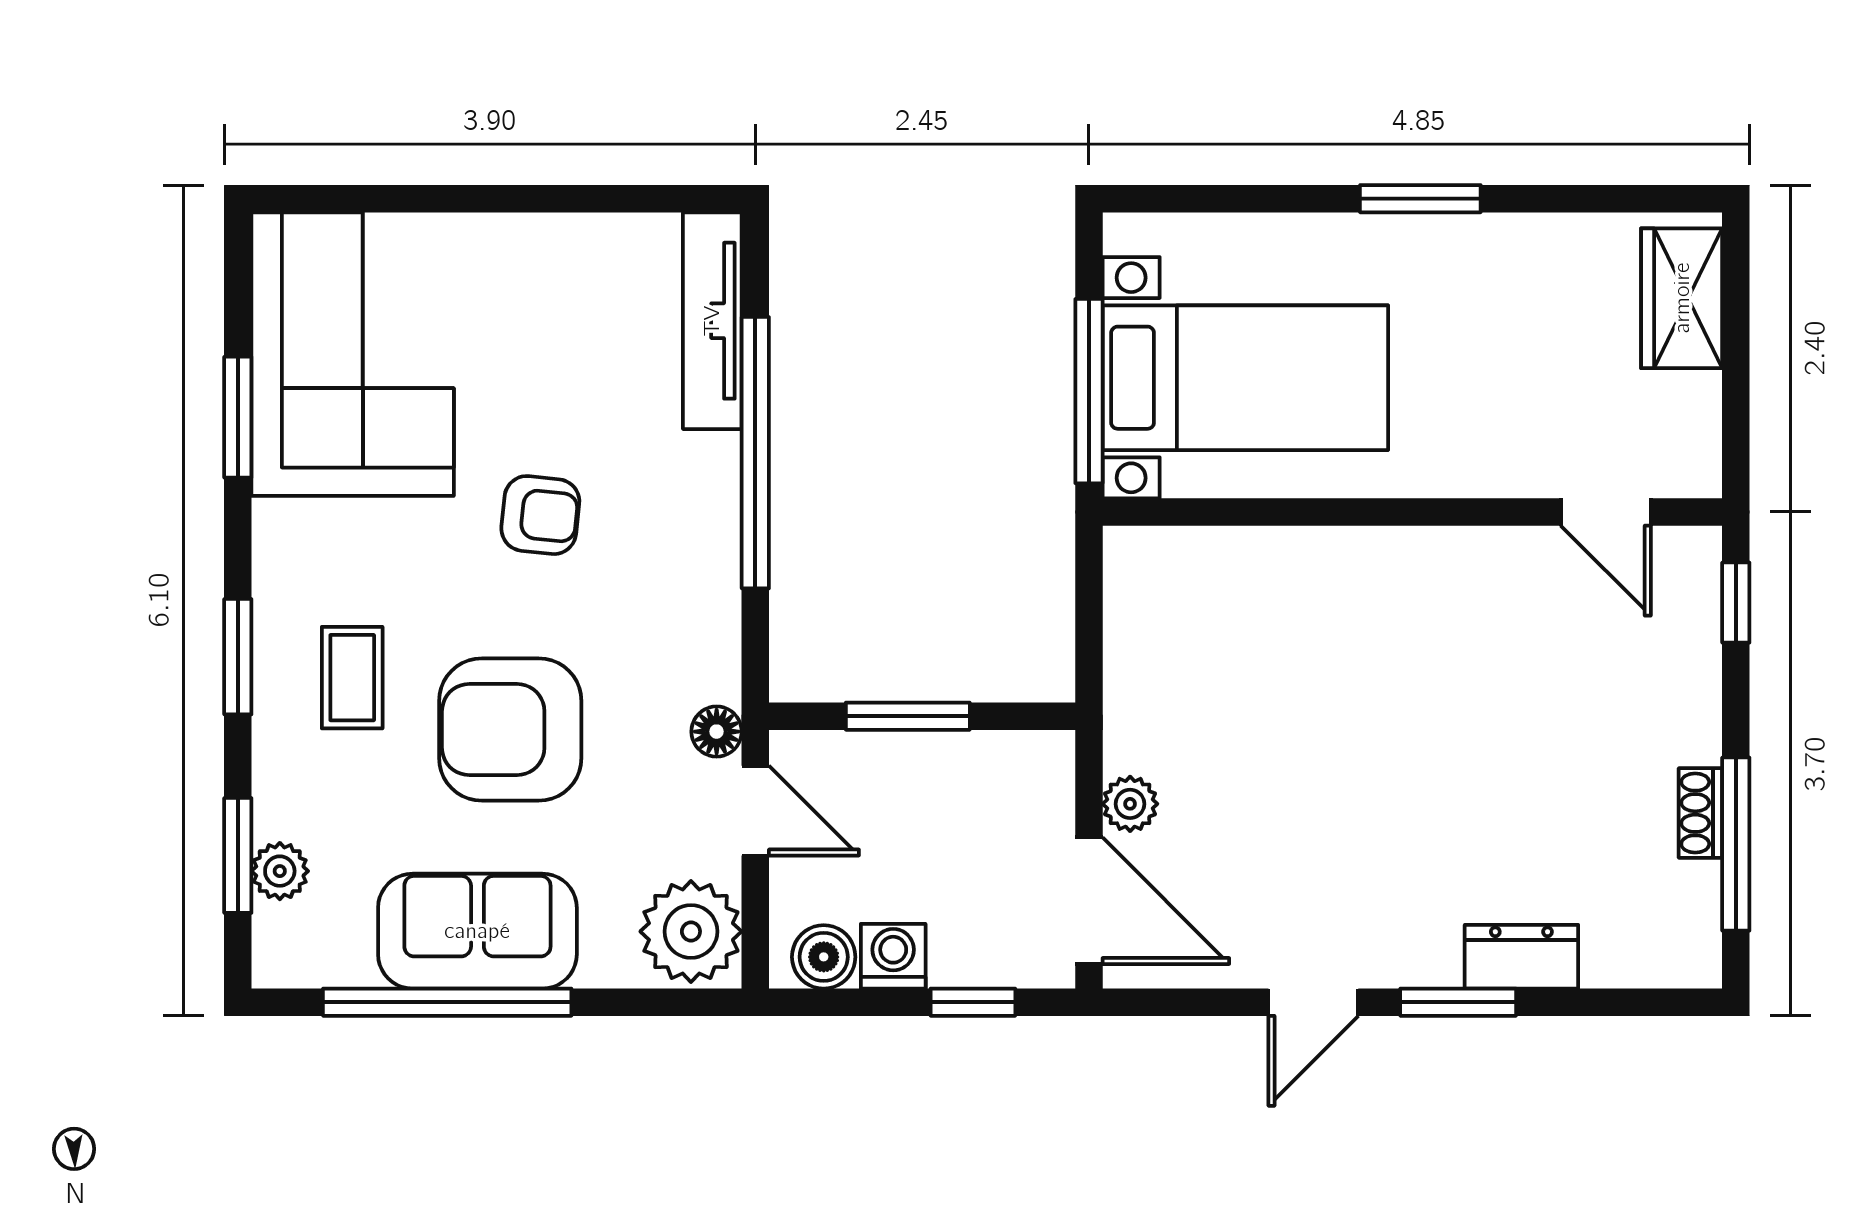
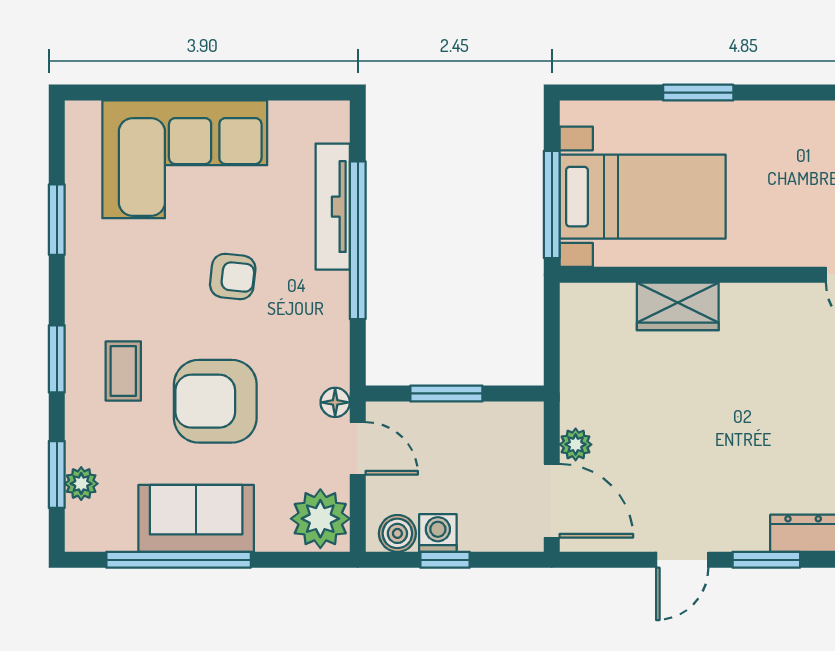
window: (1420, 199) -> (698, 93), moved
tv unit: (712, 321) -> (333, 207), moved
corner sofa: (353, 354) -> (185, 159), moved, turned 90
wardrobe: (1306, 566) -> (678, 306), added
window: (973, 1002) -> (445, 560), moved

